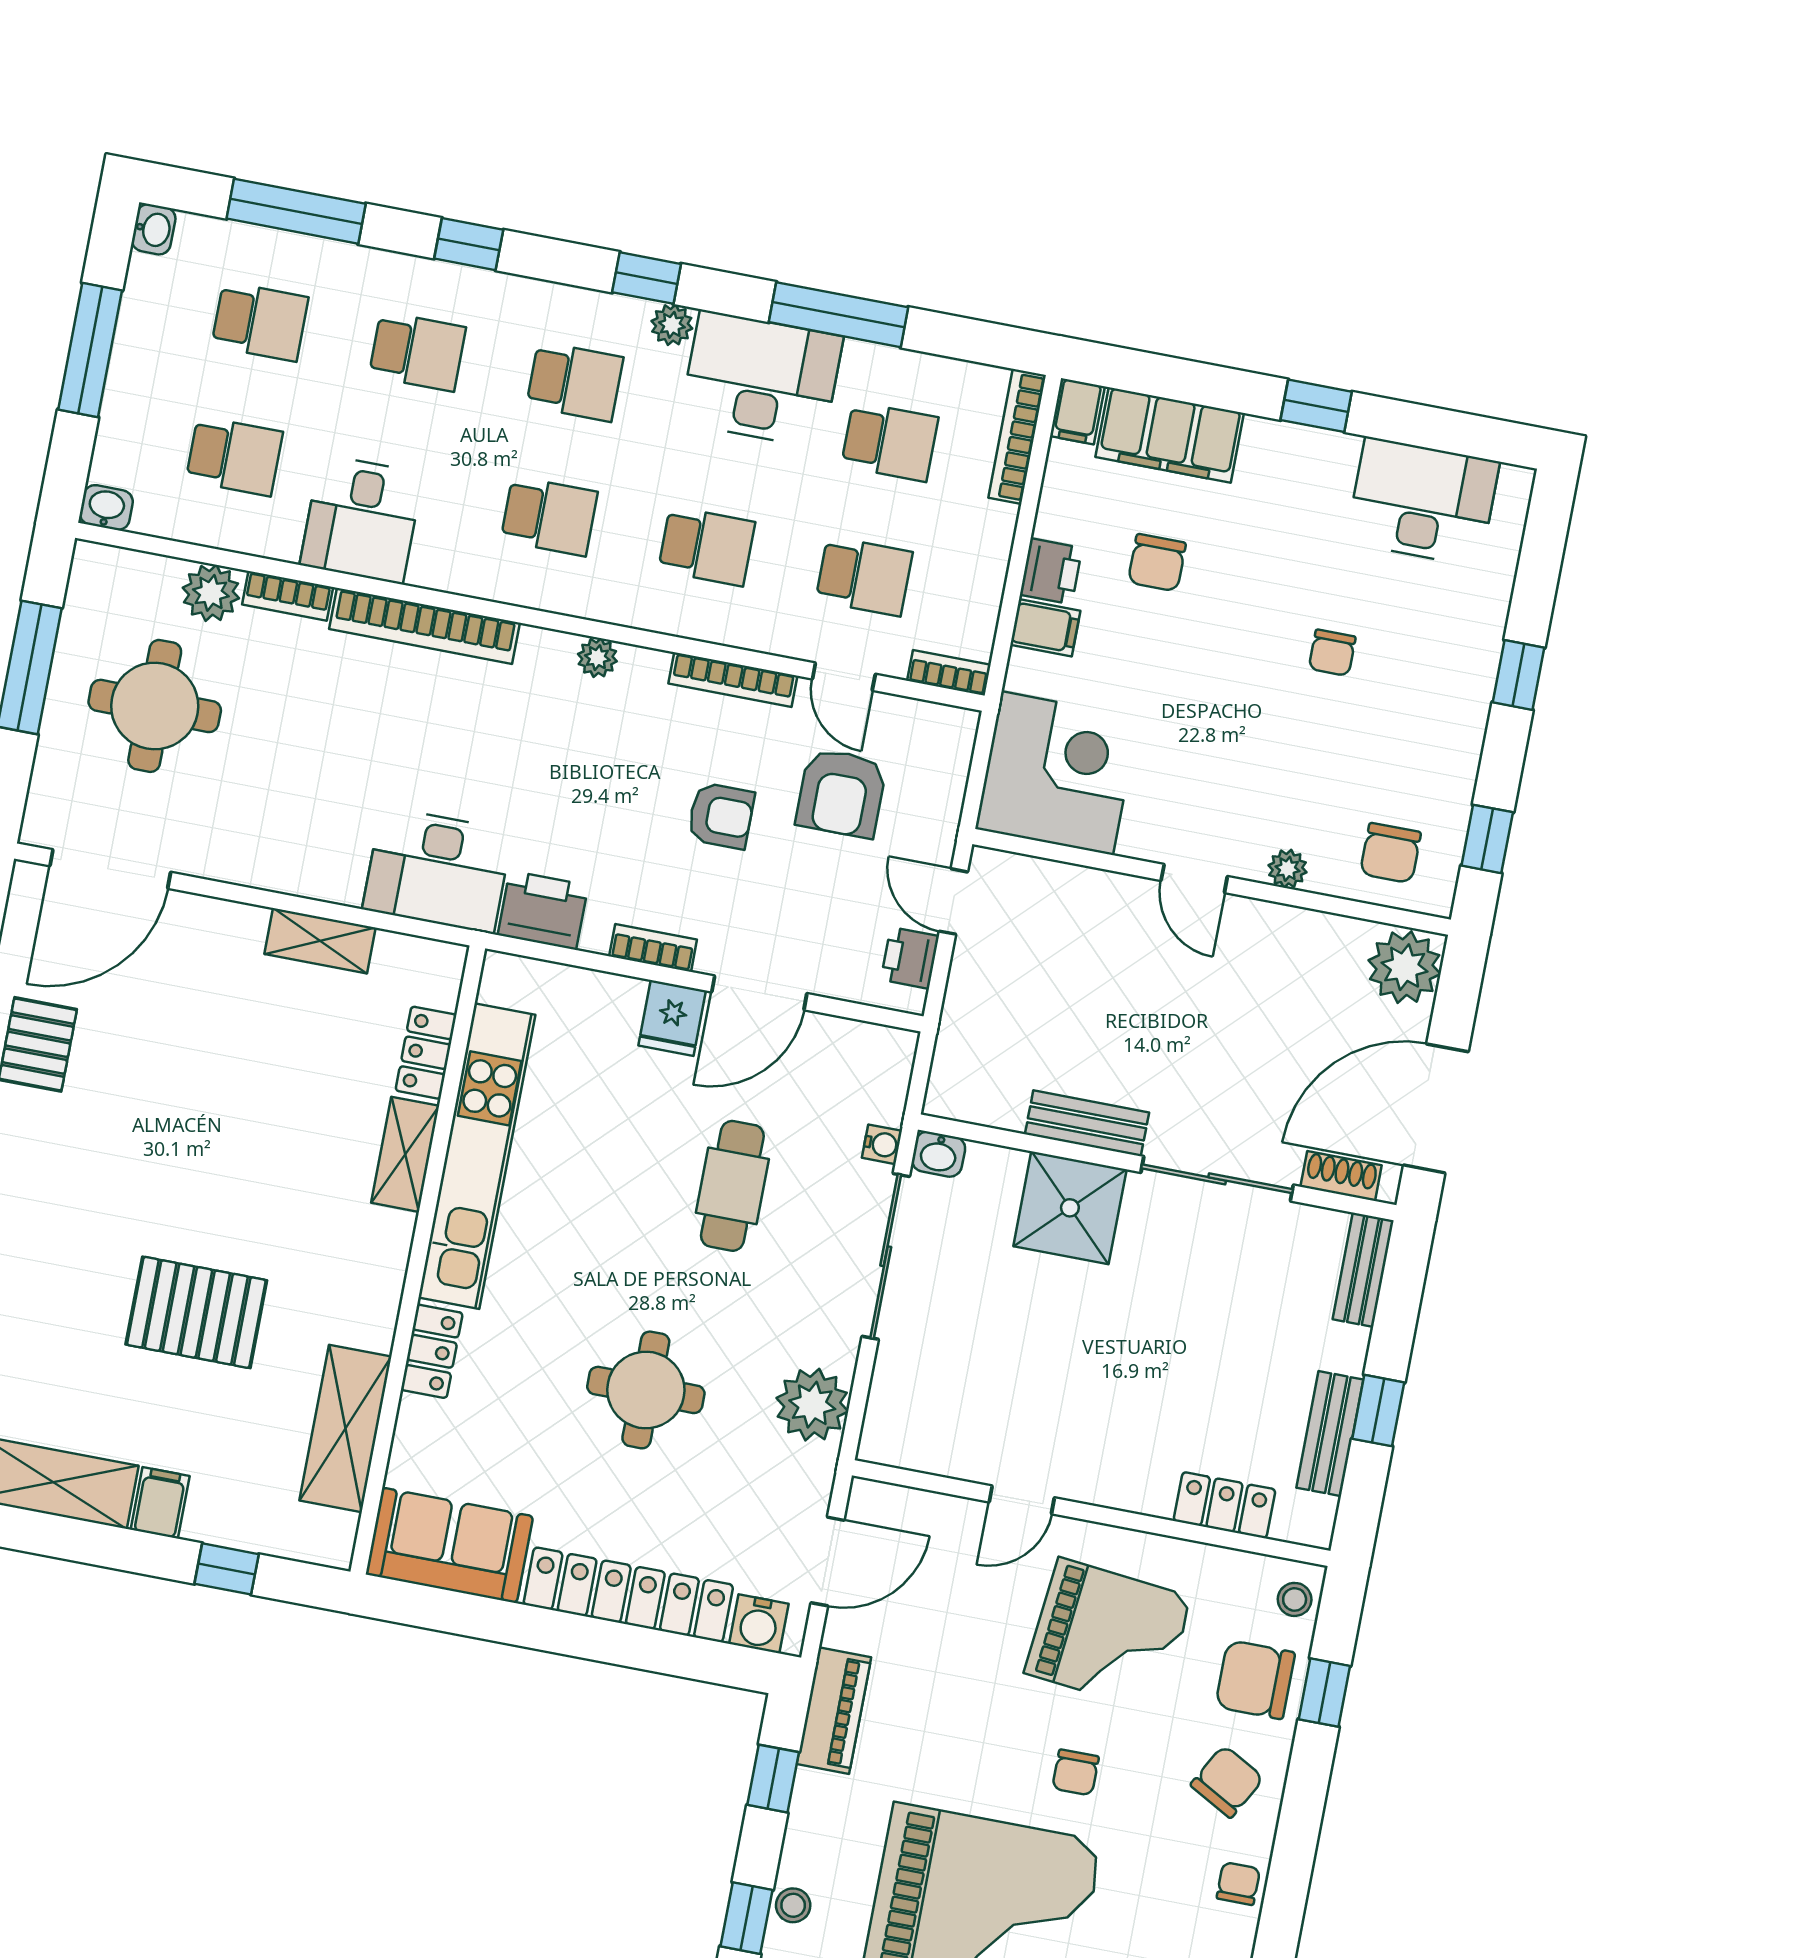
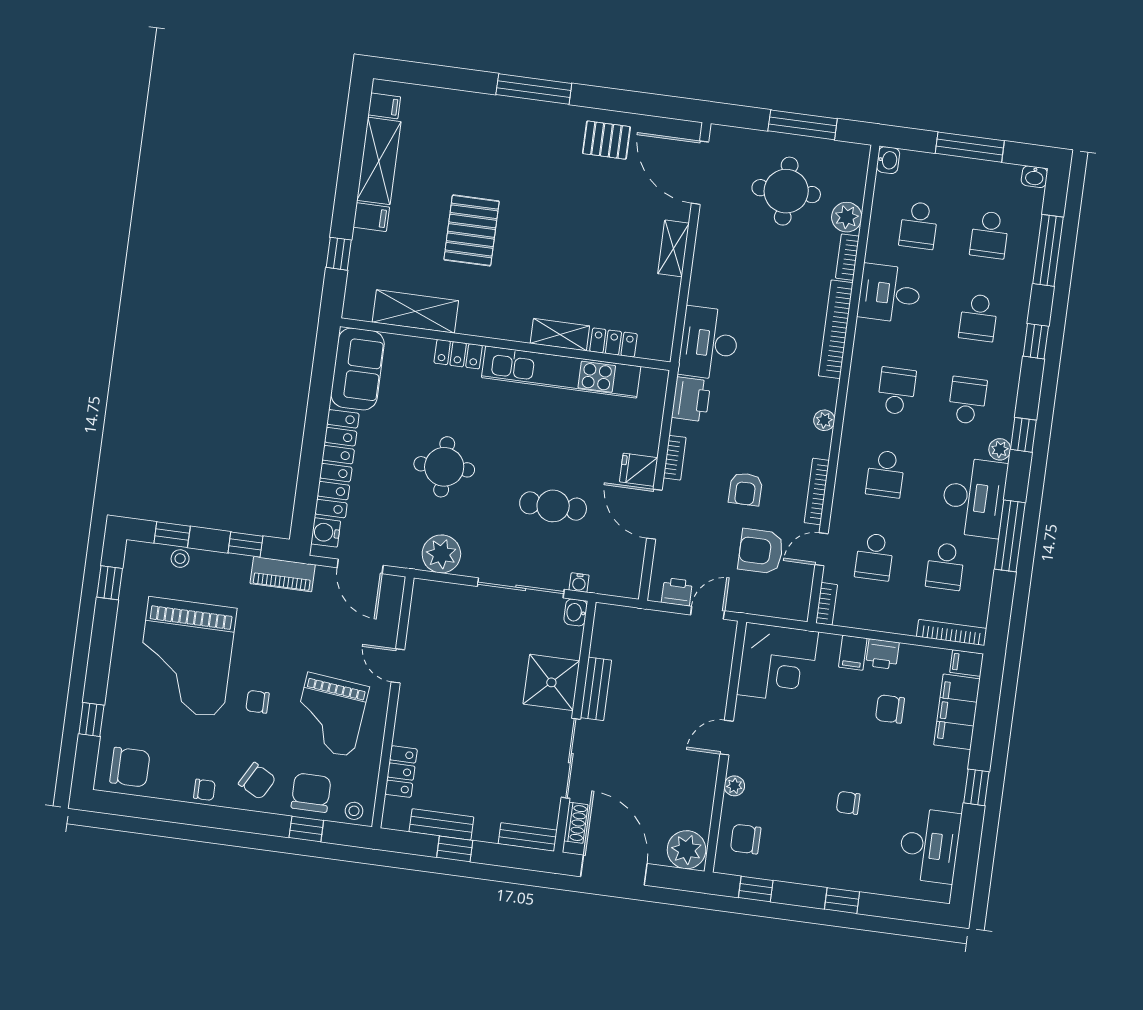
school desk: (575, 382) -> (967, 400), turned 180
school desk: (549, 516) -> (896, 391), turned 180
shelving: (320, 941) -> (673, 248), moved

